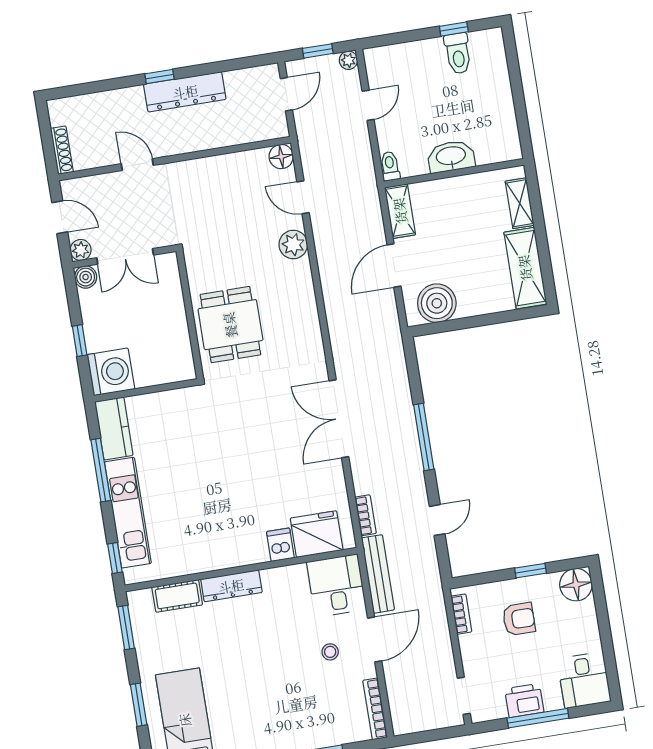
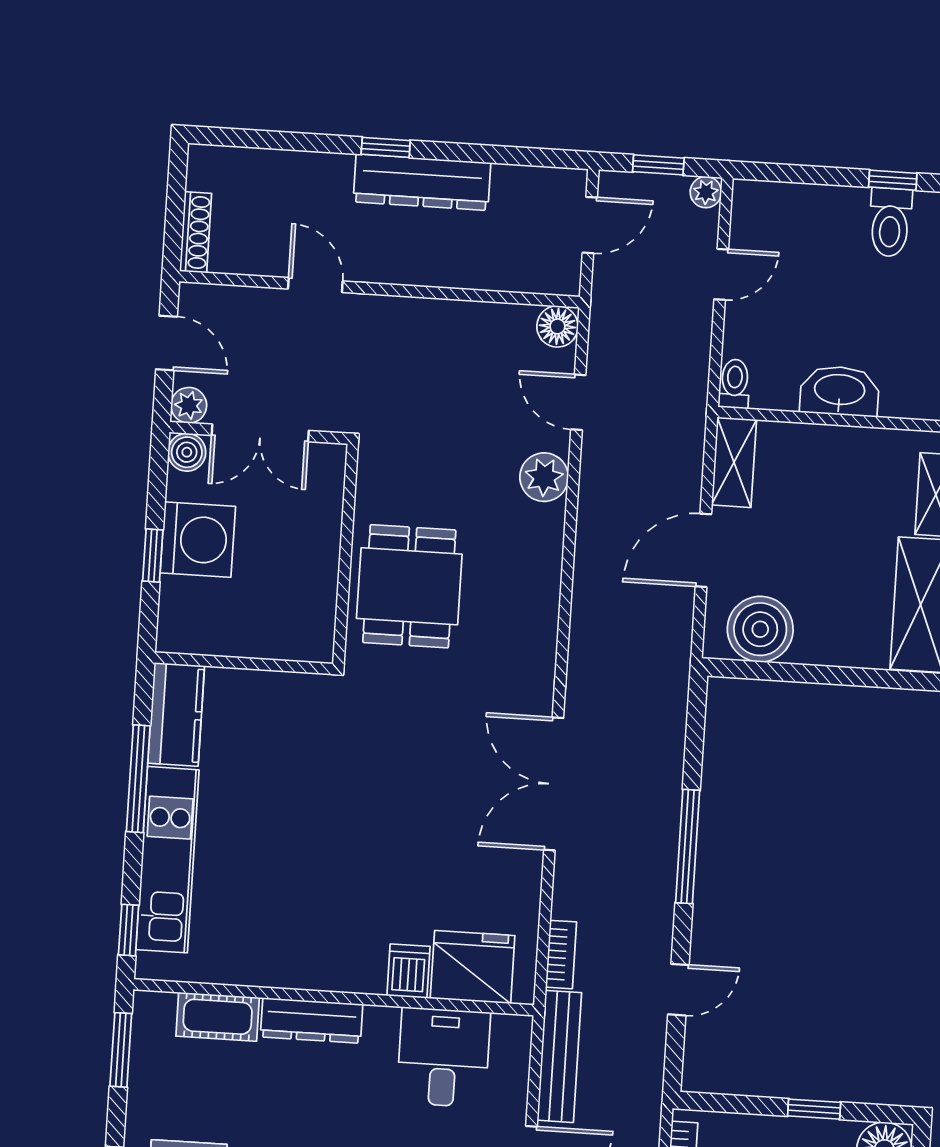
washing machine: (111, 372) -> (198, 540), moved
desk: (337, 586) -> (443, 1057), moved

